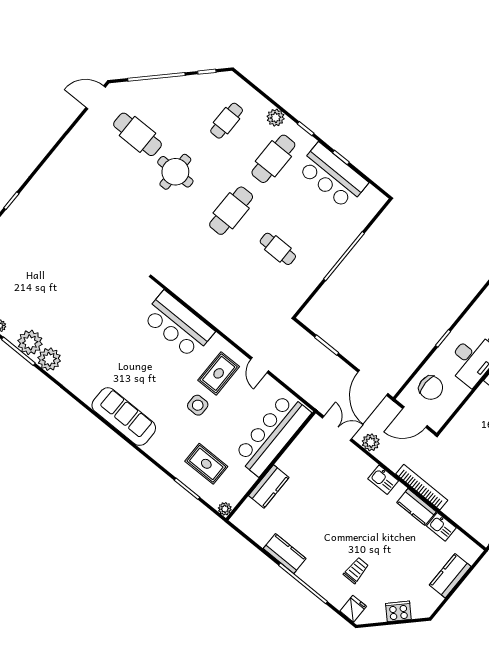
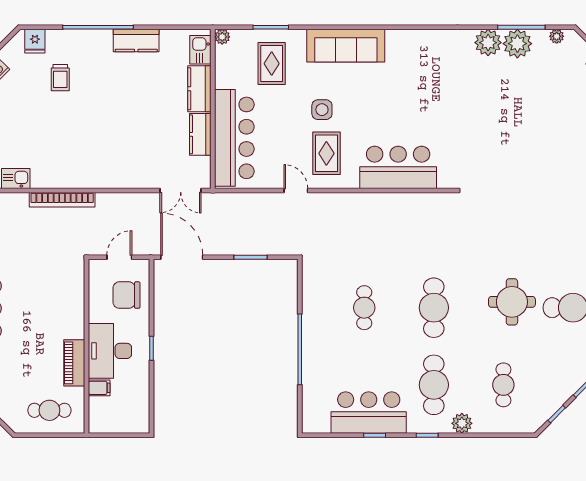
cafe table: (278, 249) -> (364, 308), turned 90
sofa: (124, 417) -> (346, 46), moved
door: (415, 417) -> (119, 257), width x0.73
plant: (371, 442) -> (140, 203), removed
rug: (206, 464) -> (272, 64), turned 90
kitchen sink: (383, 480) -> (200, 50), moved, turned -90
kitchen counter: (417, 507) -> (200, 134), moved, turned -90

